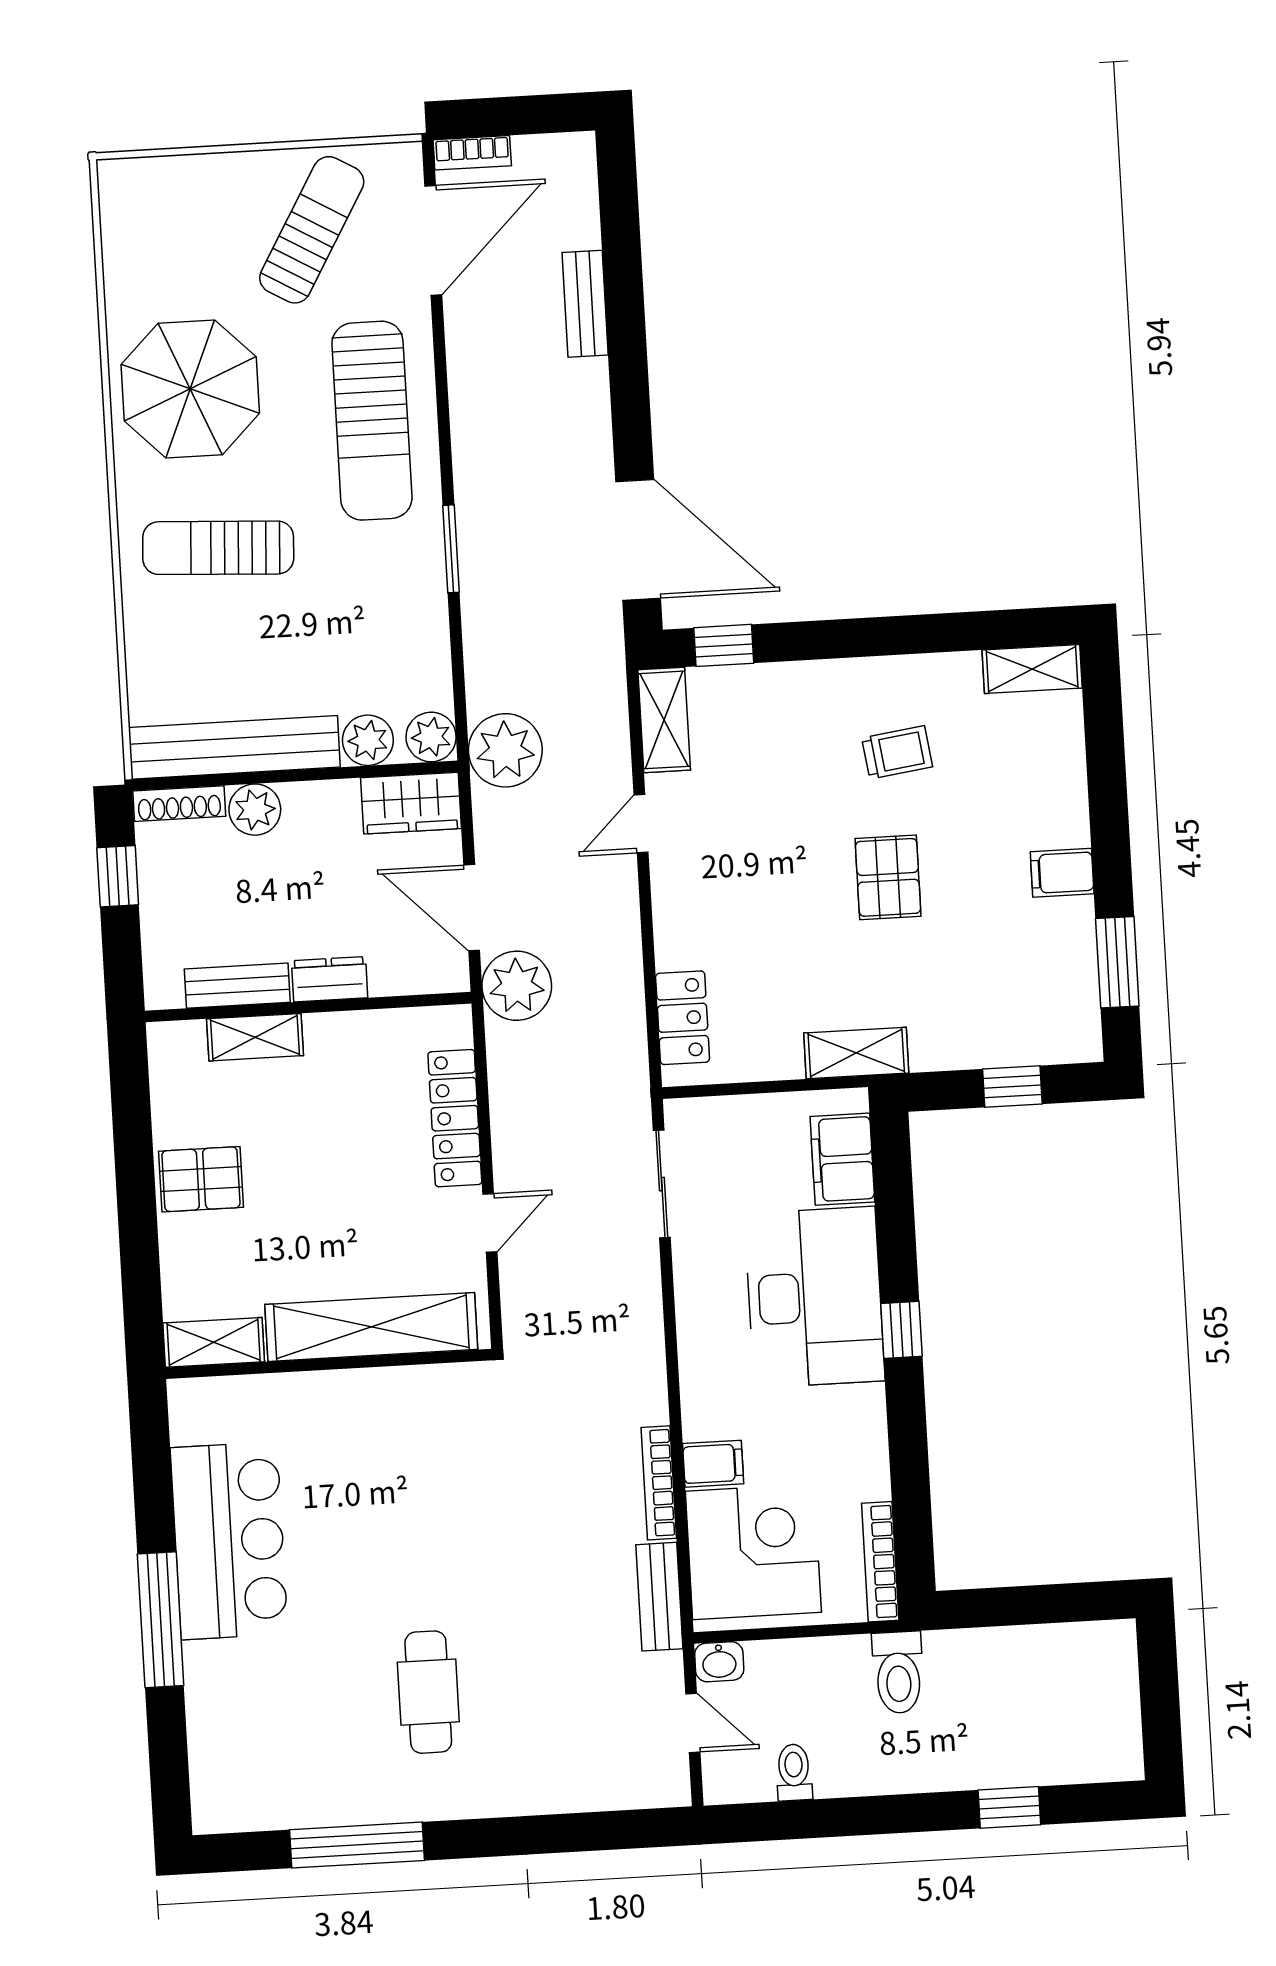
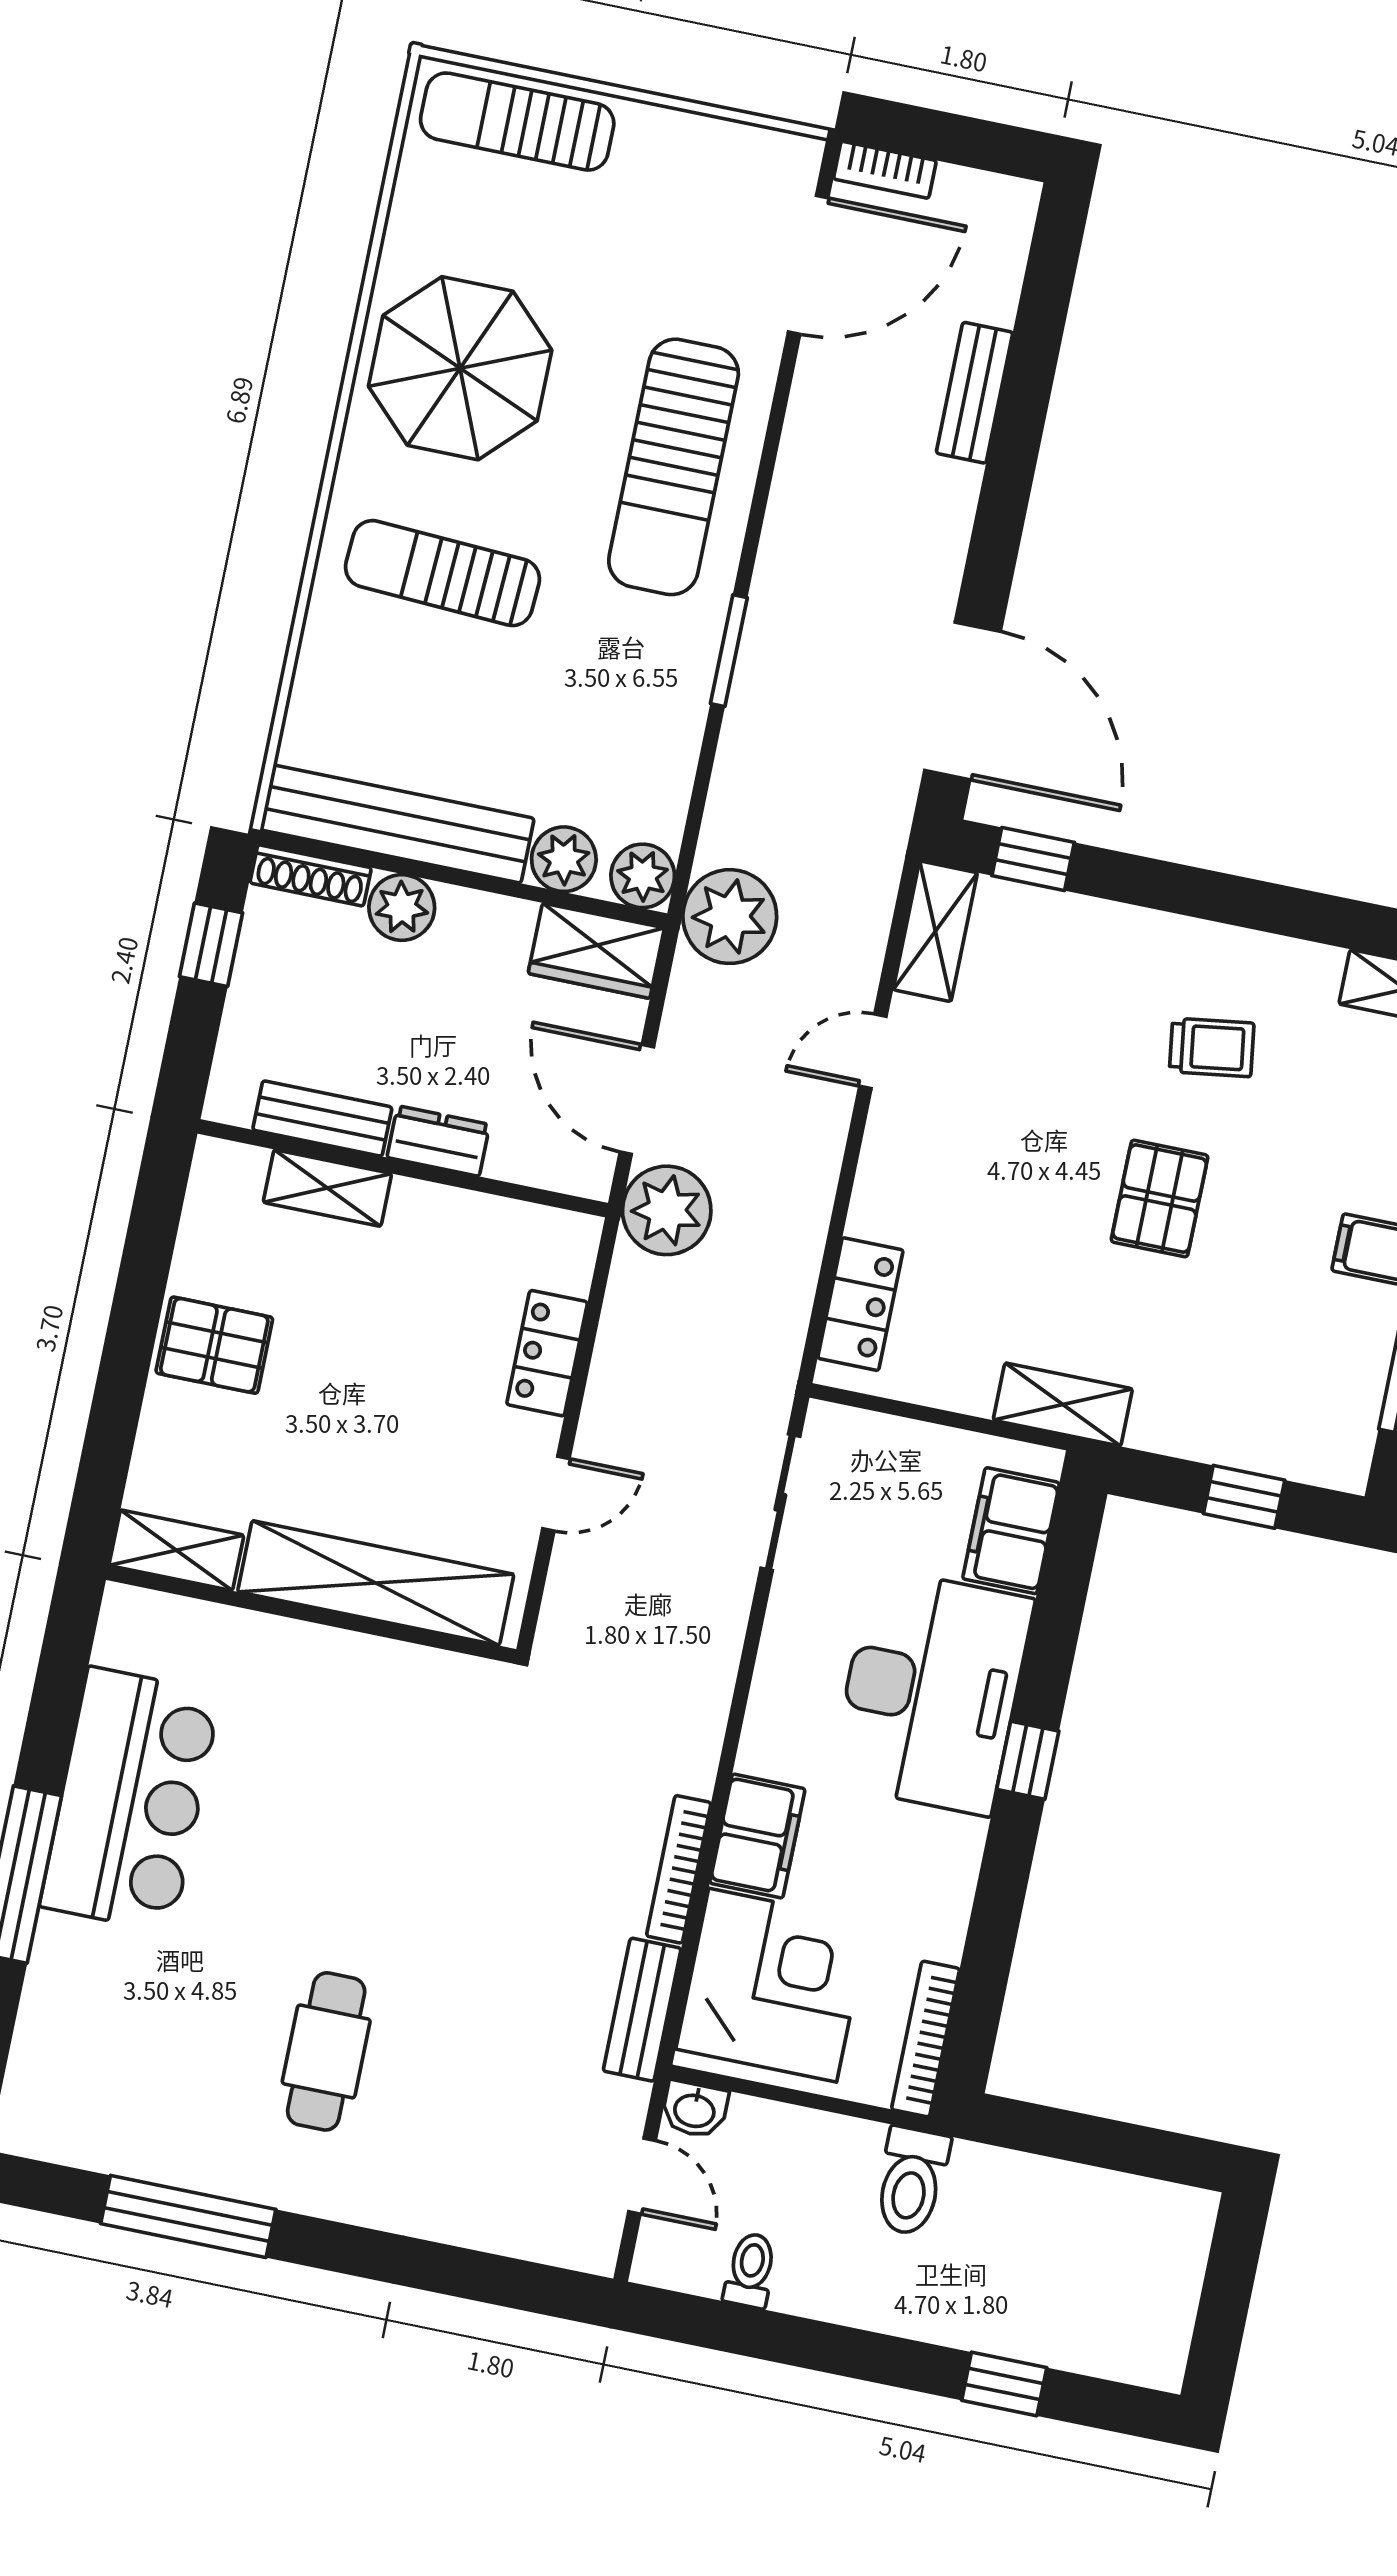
sun lounger: (312, 230) -> (517, 122), moved, turned -120
locker: (455, 1118) -> (547, 1353), width x0.66
filing cabinet: (713, 1464) -> (757, 1836), width x2.00

